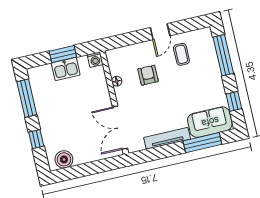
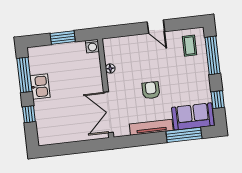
door: (160, 32) -> (156, 27), hinge flipped
coffee table: (181, 54) -> (190, 46), moved
kitchen sink: (66, 69) -> (40, 86), moved, turned -90
armchair: (148, 75) -> (151, 90), moved
boiler: (64, 159) -> (53, 136), removed

